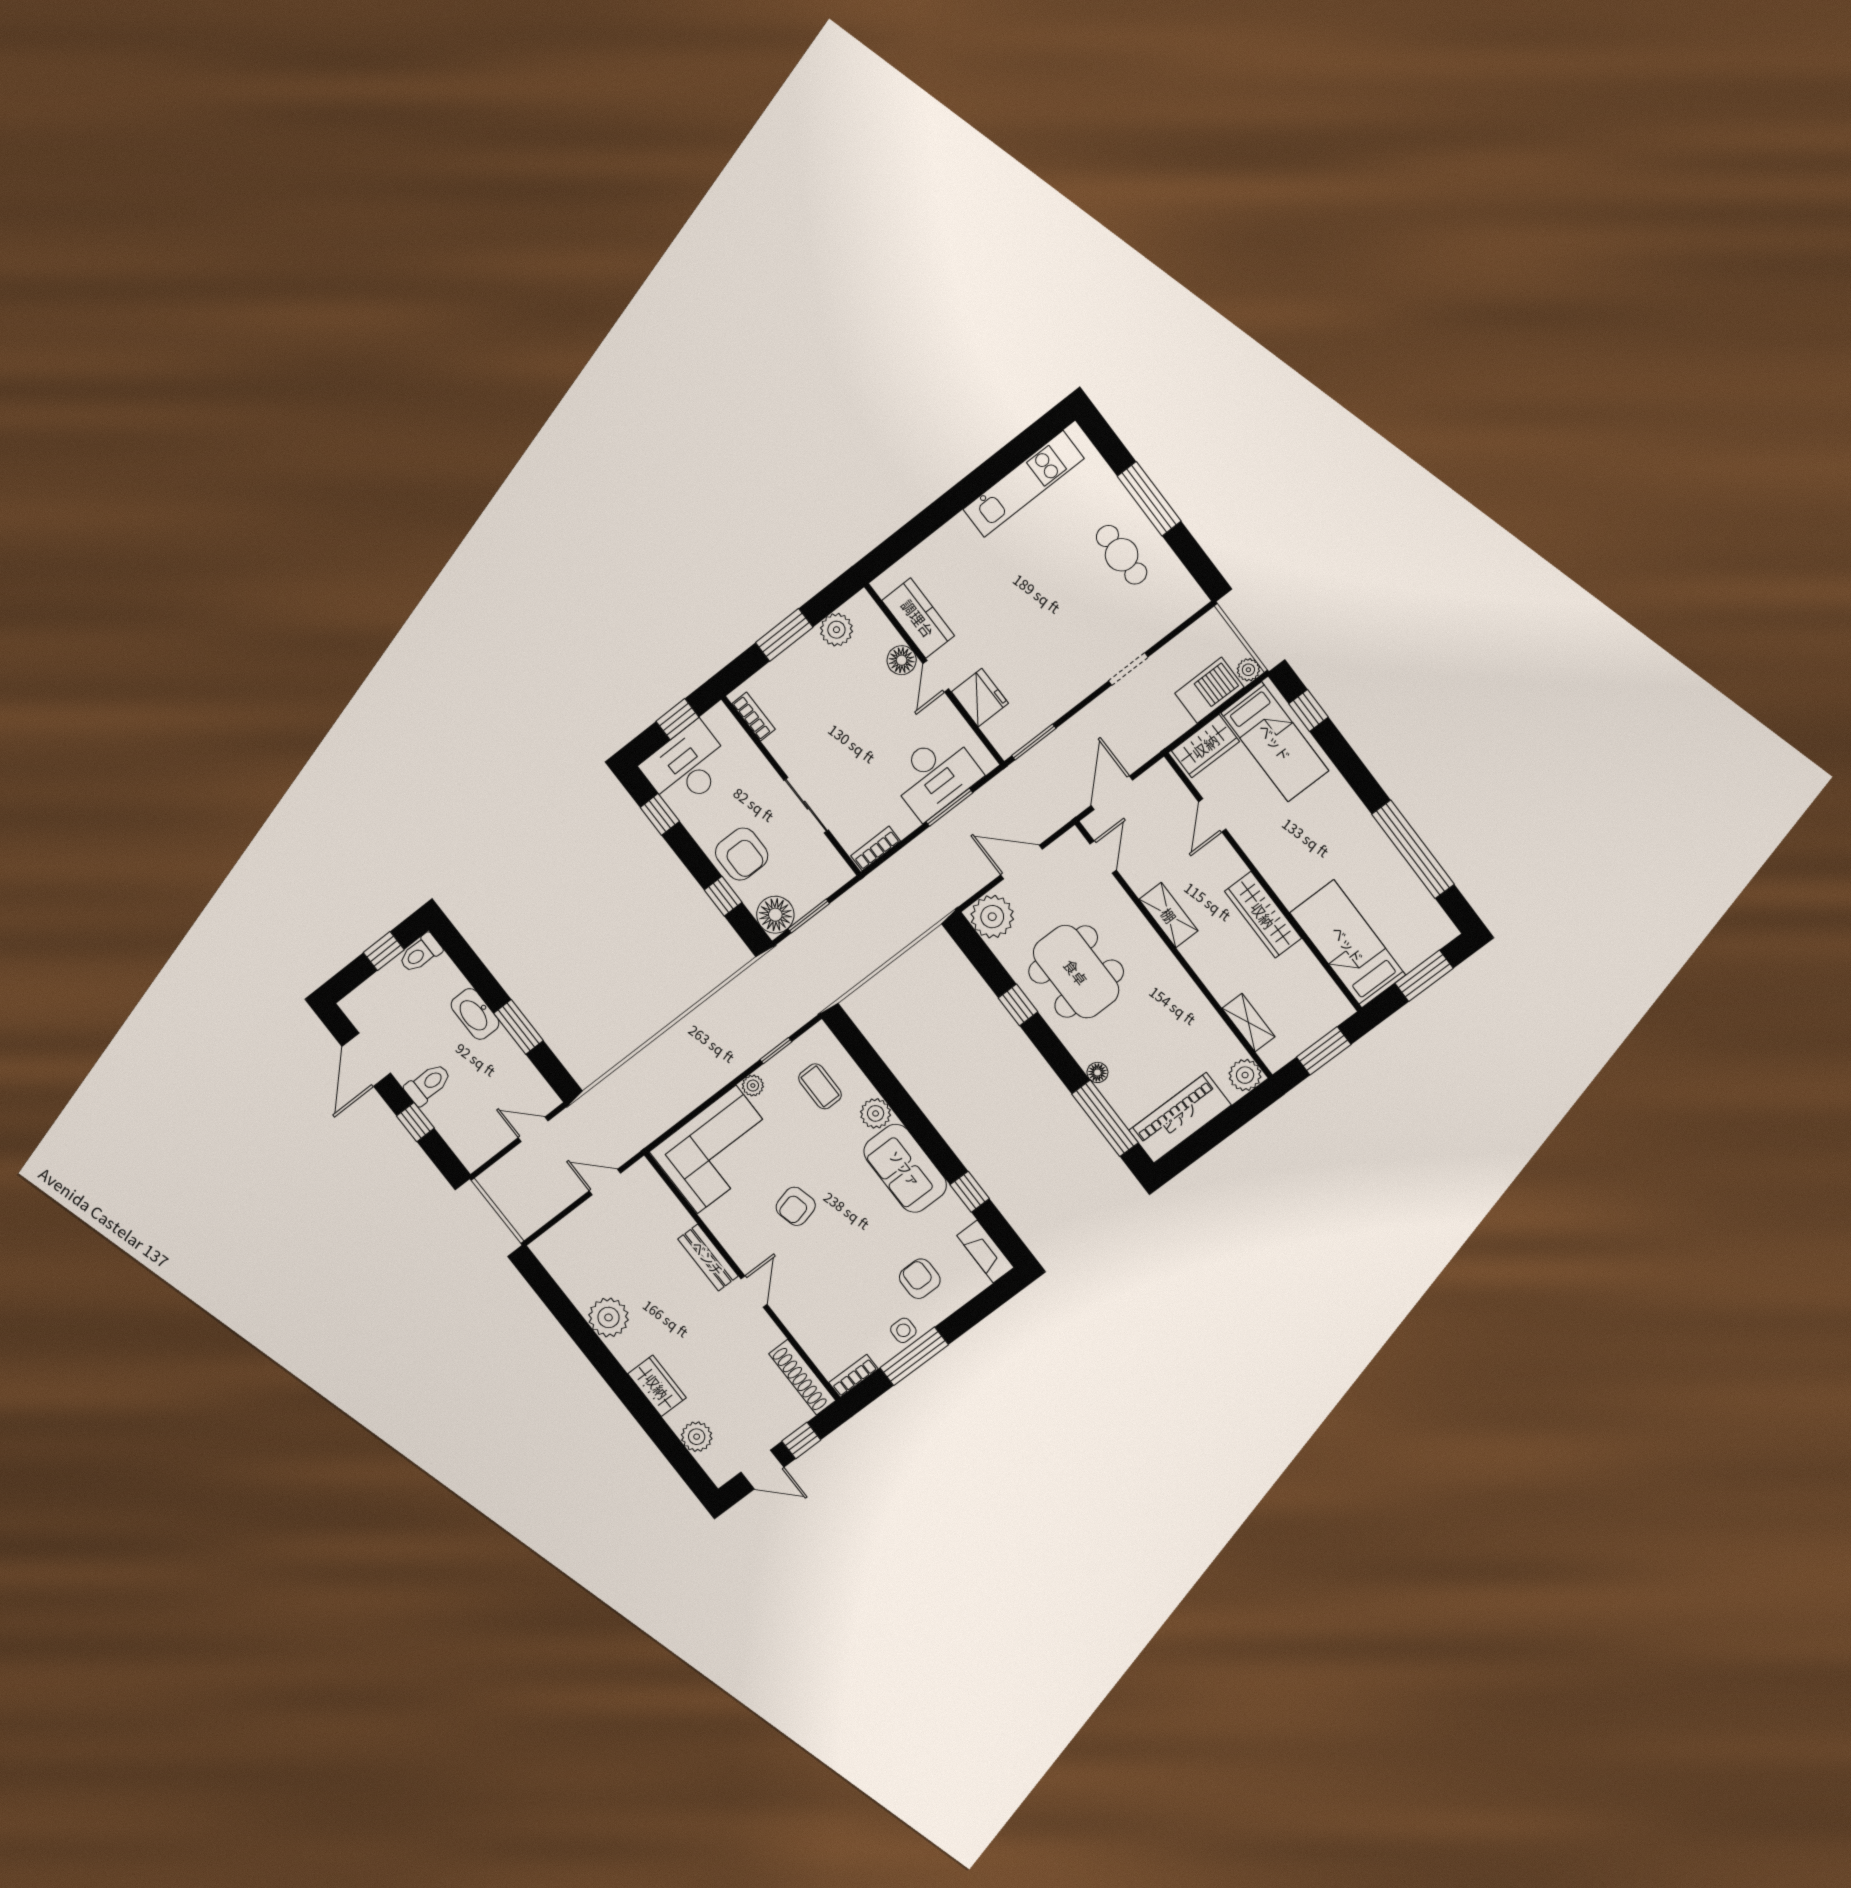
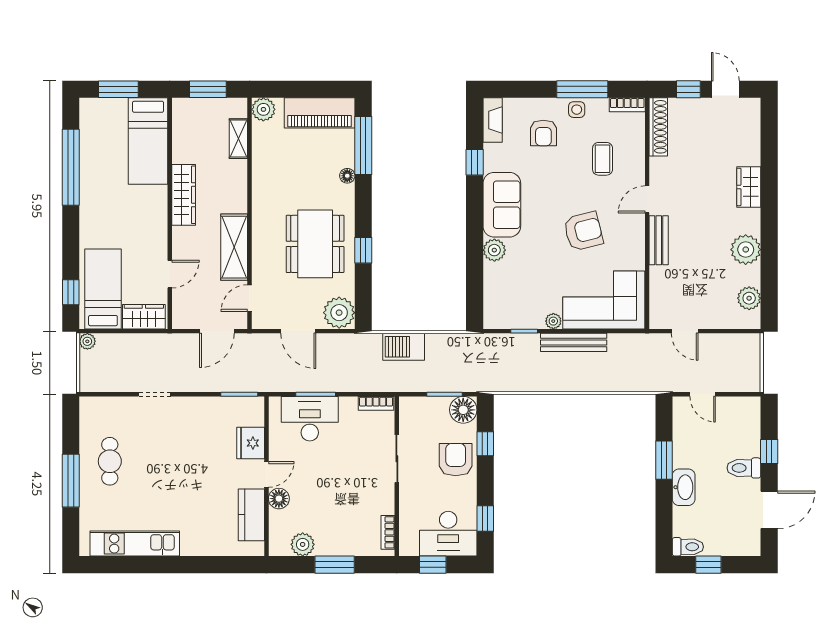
barbecue: (1209, 690) -> (404, 347), moved
shelving: (1169, 915) -> (234, 247), width x1.50, depth x1.33
bench: (713, 1079) -> (574, 342), added
coffee table: (820, 1086) -> (603, 159), moved
armchair: (796, 1206) -> (583, 231), width x1.38, depth x1.38
plant: (697, 1437) -> (749, 298), moved

